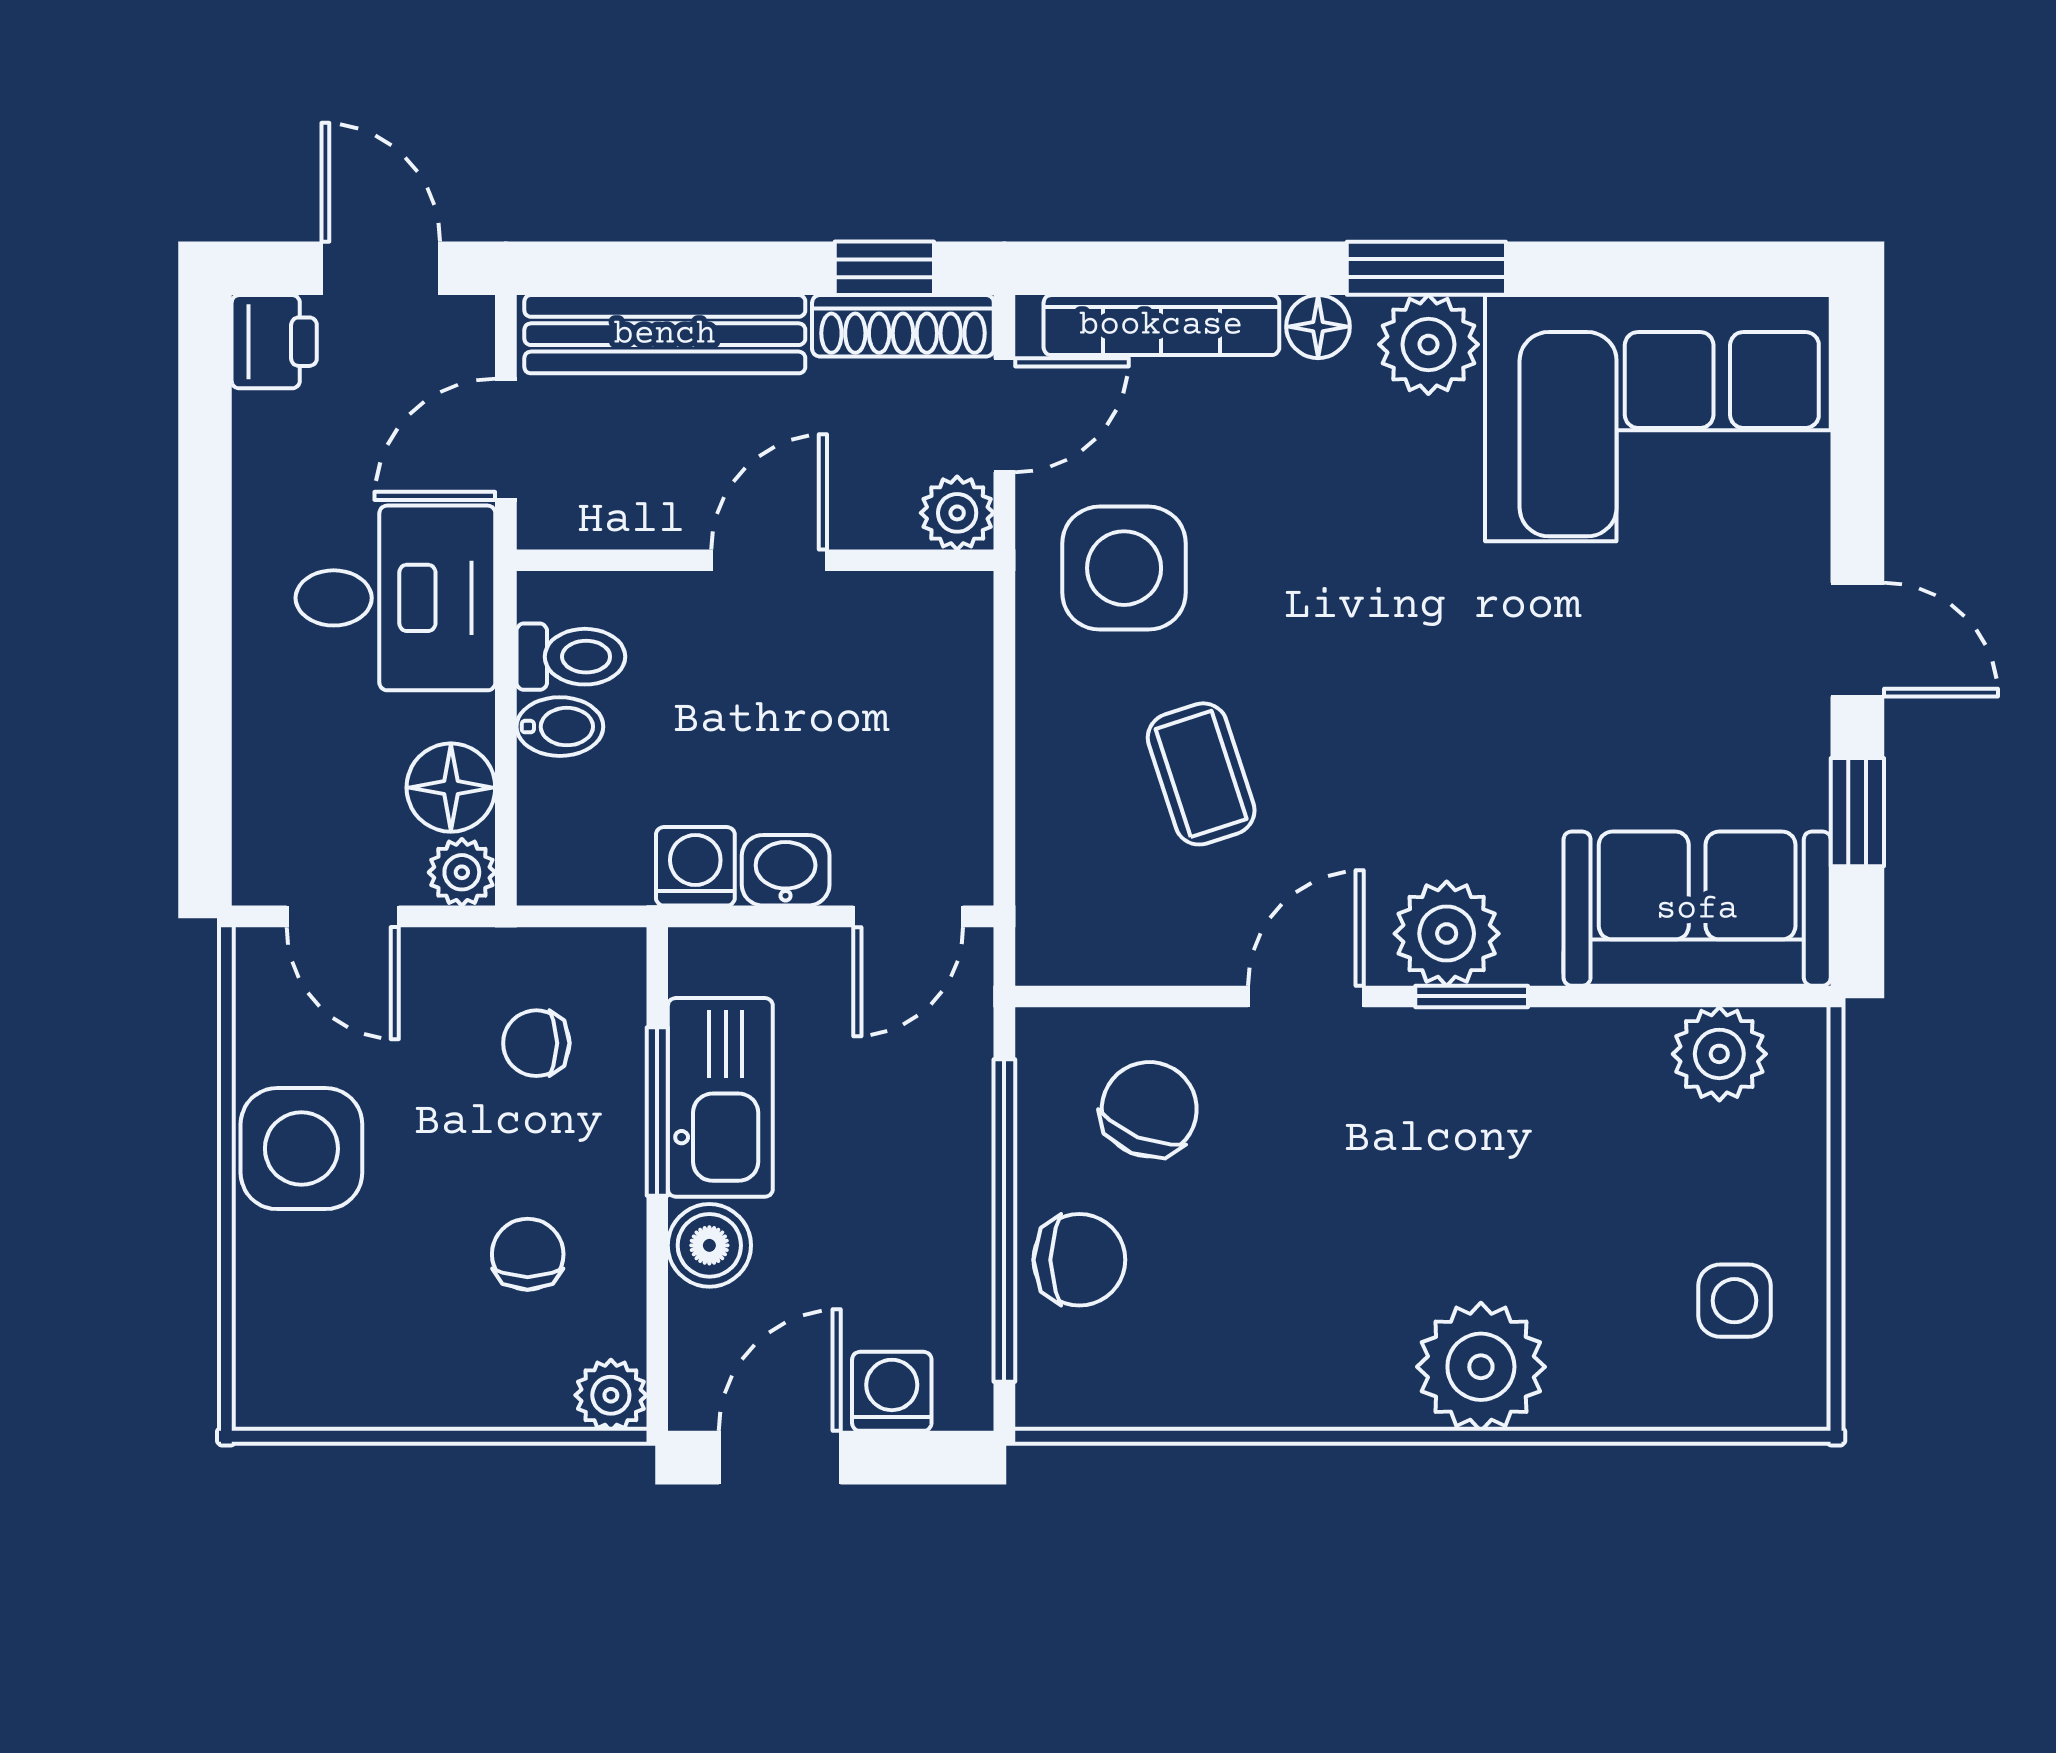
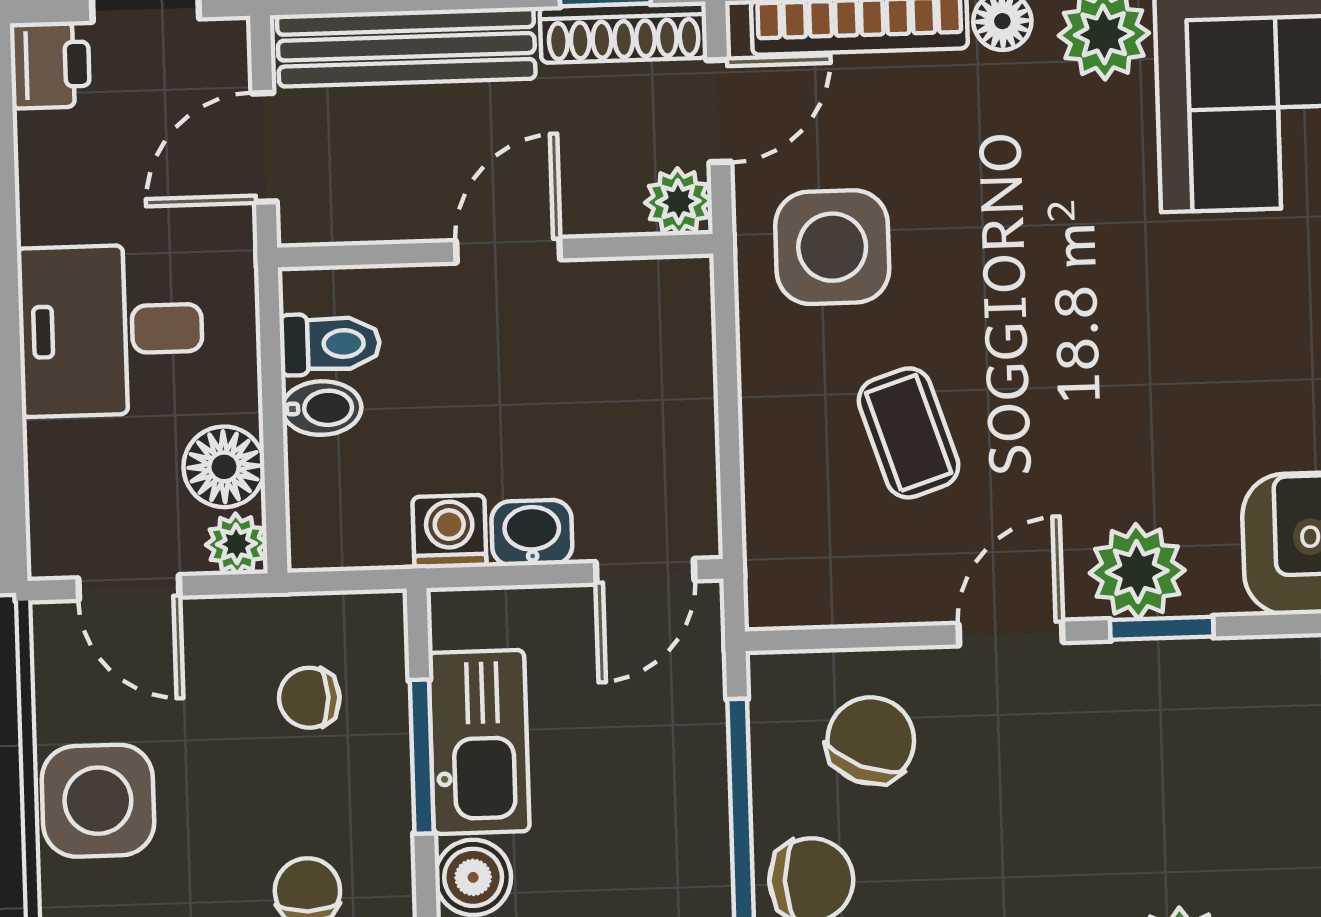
desk: (395, 598) -> (111, 330), moved, turned 180

